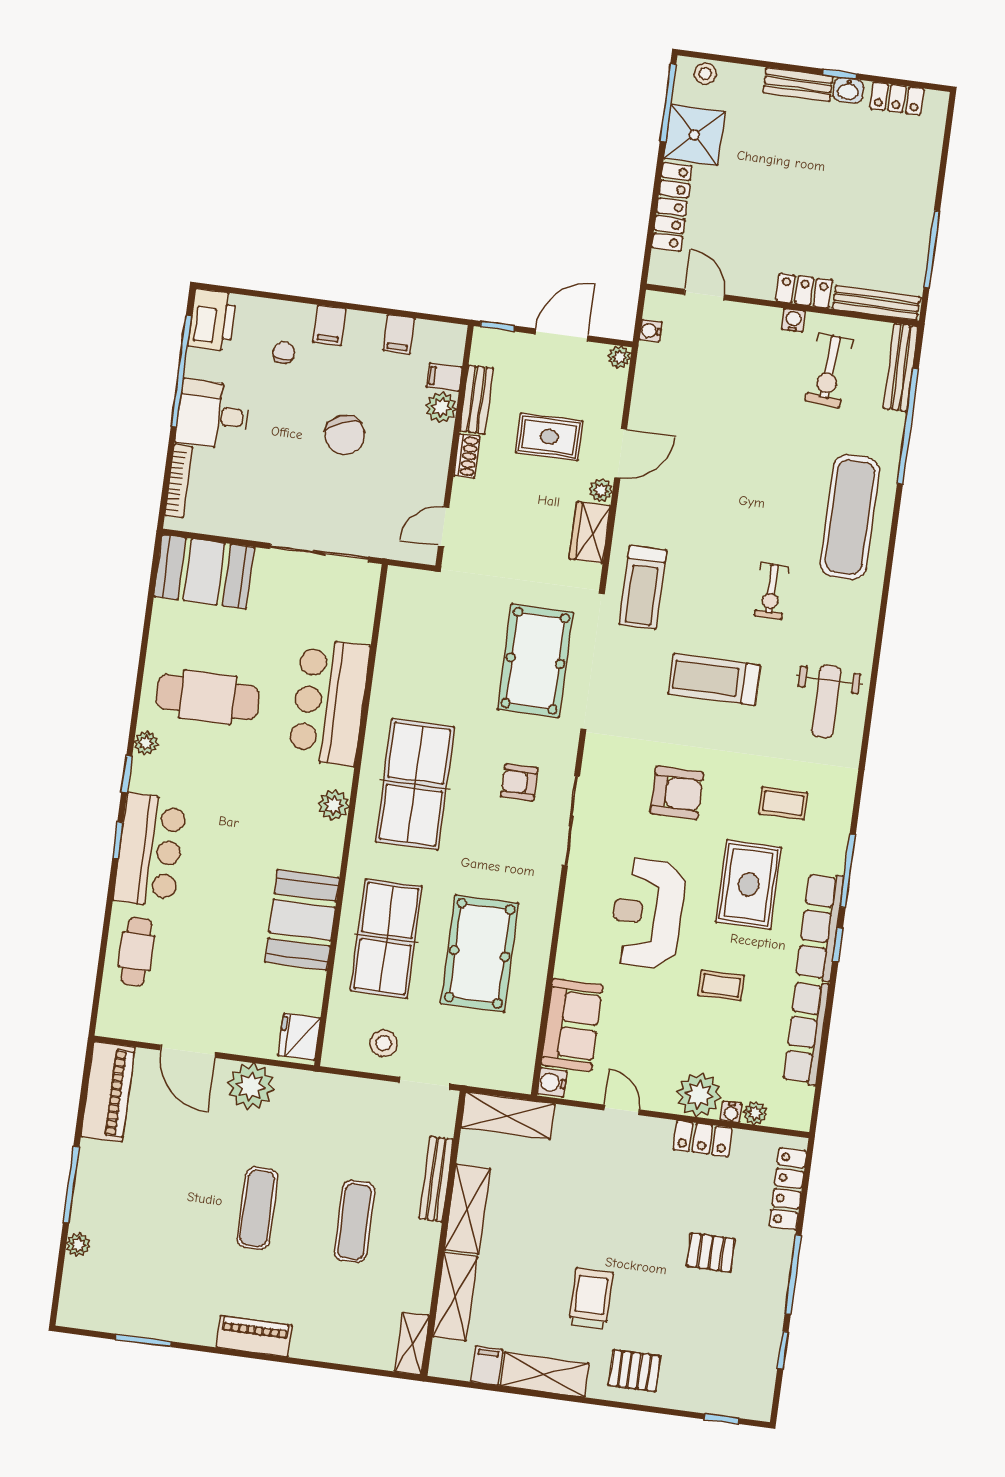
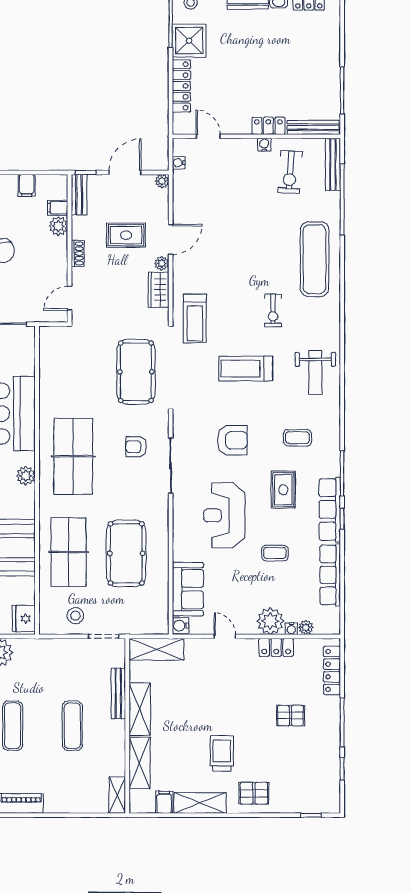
bench: (477, 400) -> (79, 195), moved
rug: (749, 885) -> (283, 490), width x0.73, depth x0.70

